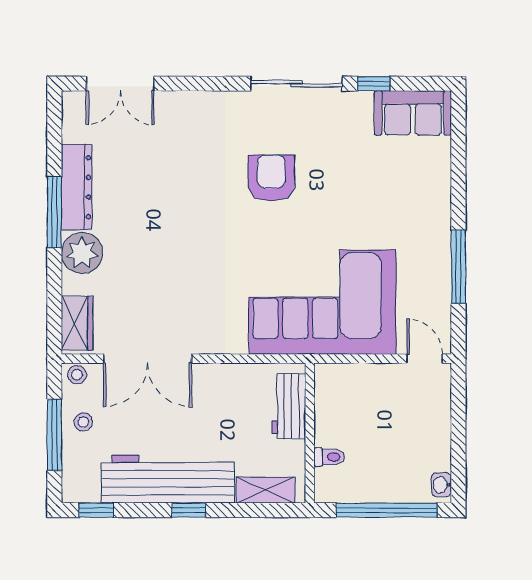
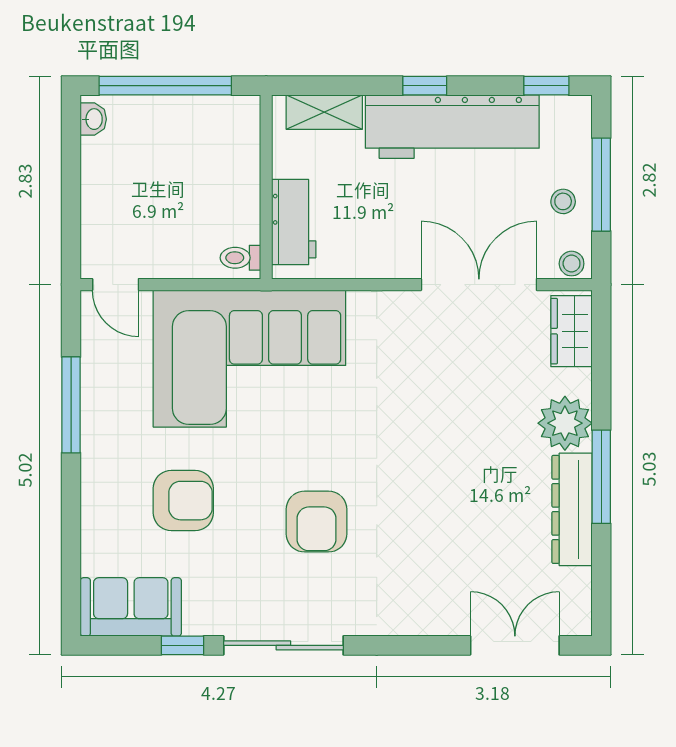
armchair: (373, 194) -> (183, 501), added
toilet: (329, 457) -> (240, 258), moved

